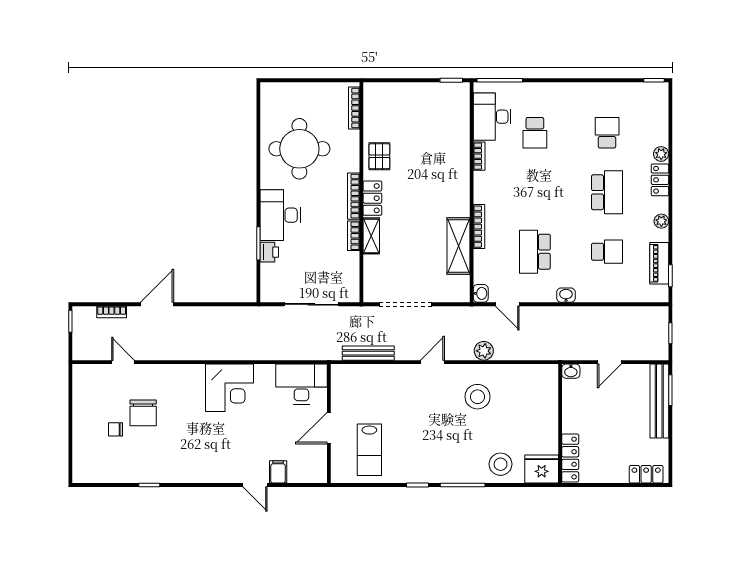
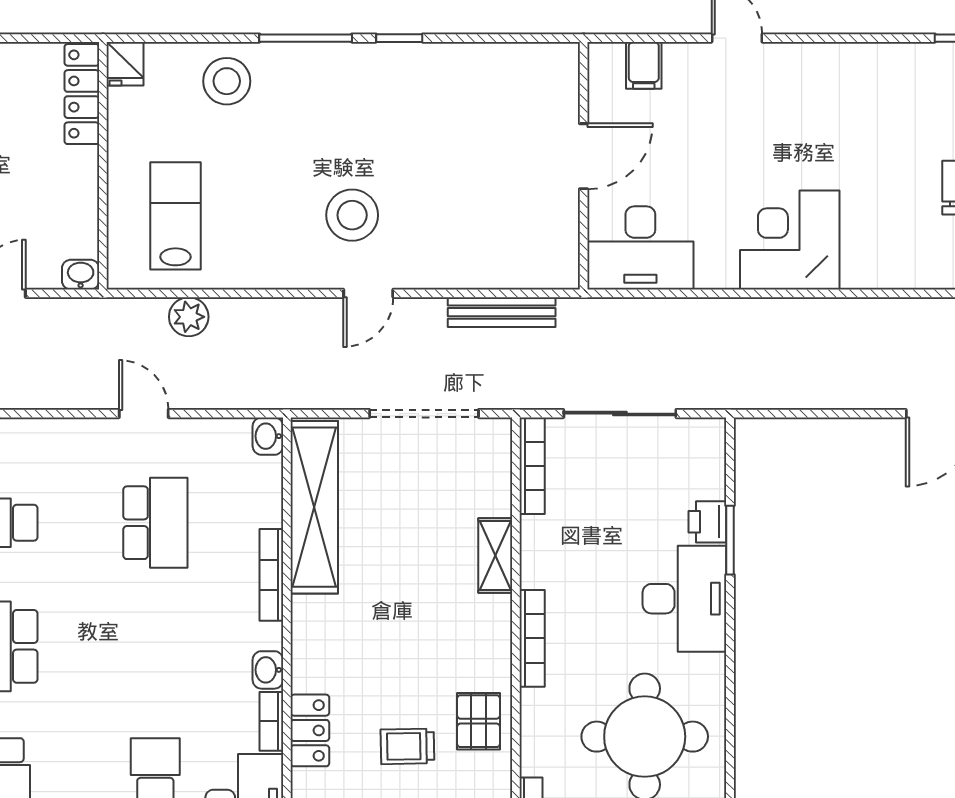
trolley: (414, 144) -> (407, 746), added
locker: (372, 198) -> (310, 730), moved, turned 180
bookcase: (354, 236) -> (532, 466), moved, width x1.56
shelving: (458, 246) -> (314, 507), width x1.47
washbasin: (566, 295) -> (268, 670), moved, turned 90
door: (507, 304) -> (144, 414), moved
plant: (484, 351) -> (189, 317), moved
stool: (477, 397) -> (352, 215), moved
lab bench: (369, 450) -> (175, 216), moved
fridge: (542, 469) -> (125, 64), width x0.53, depth x0.75
filing cabinet: (278, 472) -> (644, 65), moved

